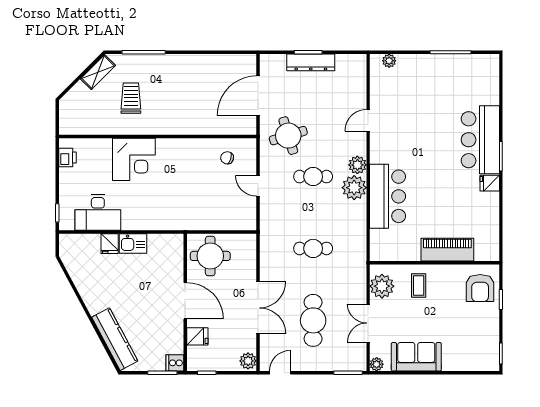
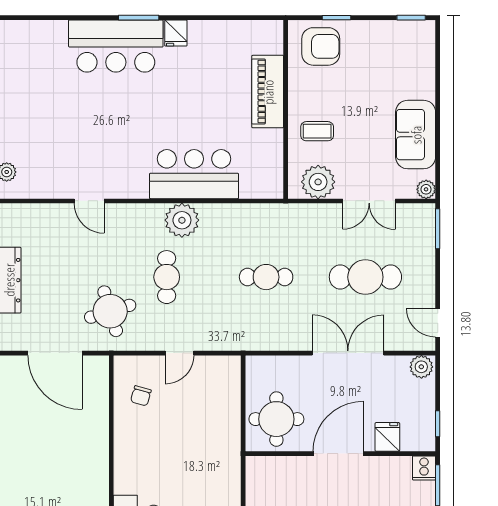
plant: (357, 165) -> (151, 216), removed
cafe table: (313, 248) -> (266, 277), turned 90

